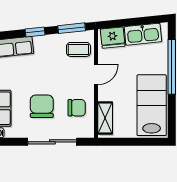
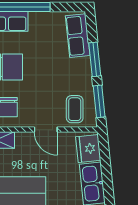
window: (35, 32) -> (95, 59), width x1.50

